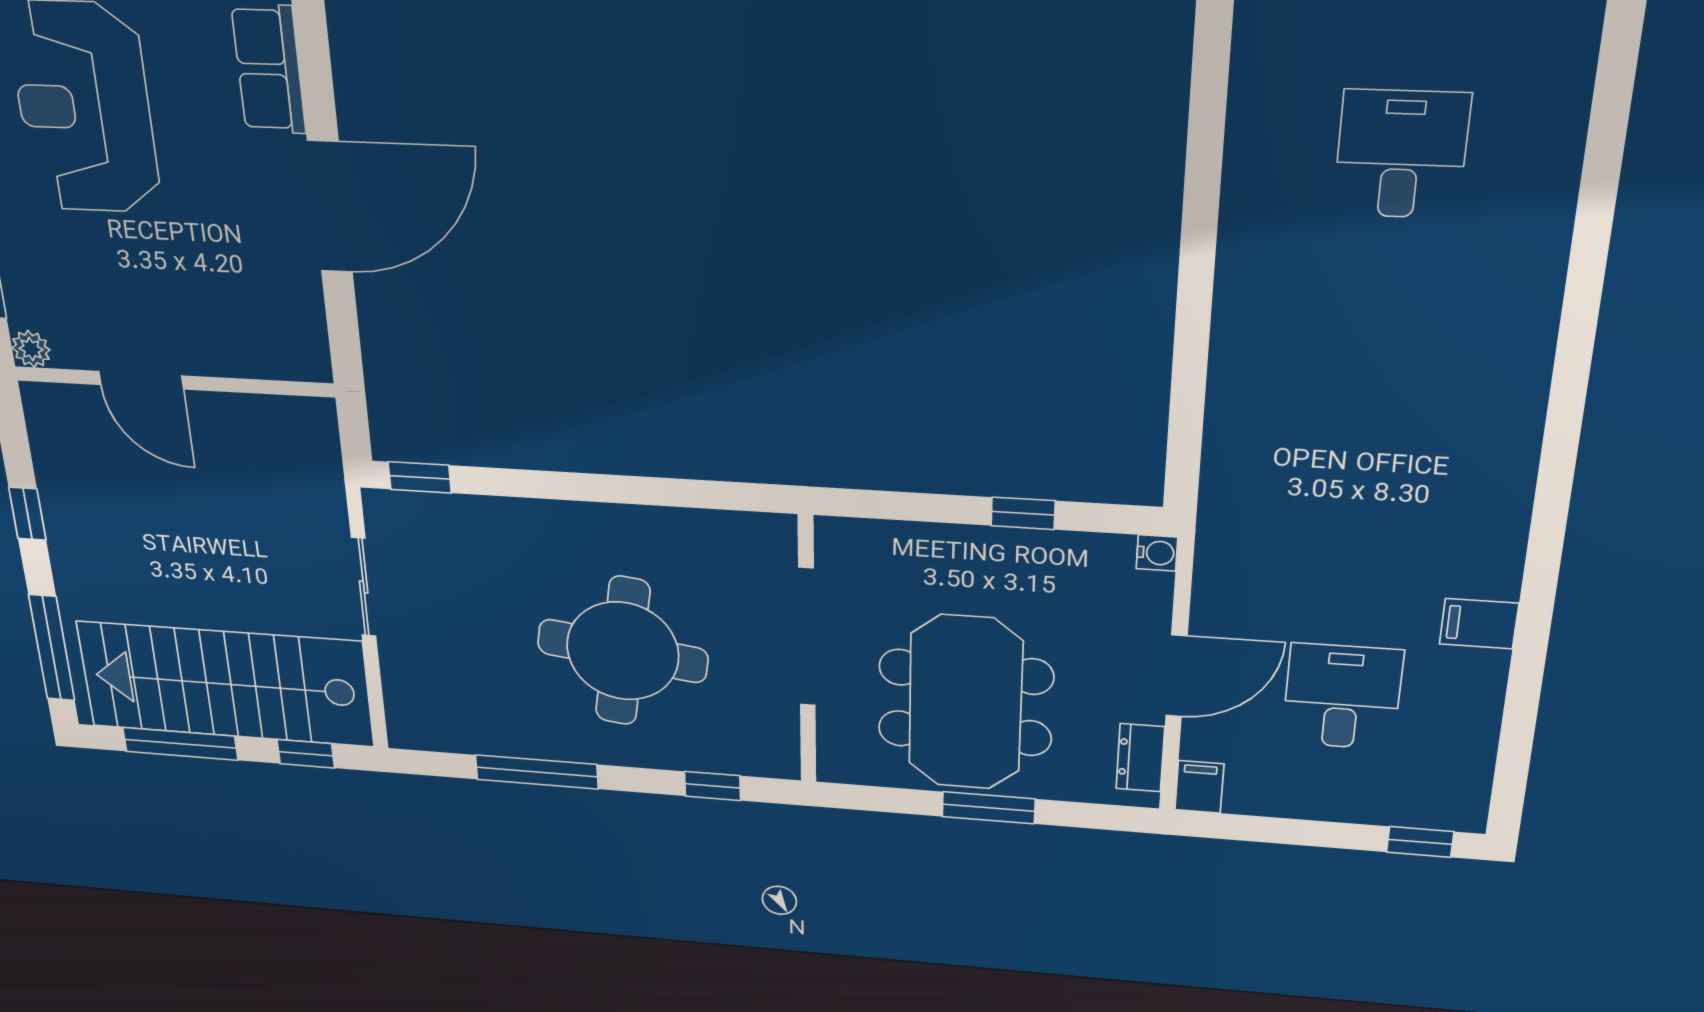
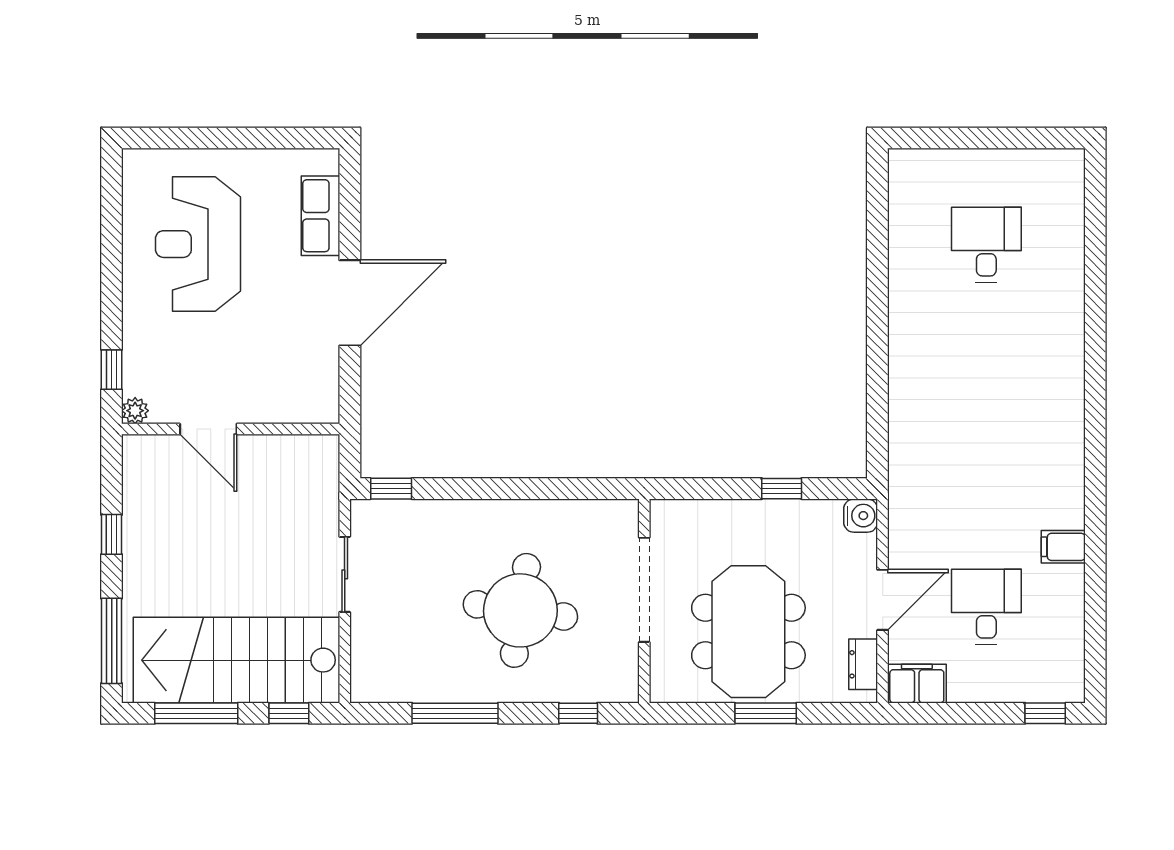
water cooler: (1157, 553) -> (861, 516), width x1.38, depth x1.38
filing cabinet: (1199, 787) -> (917, 684), width x2.00

